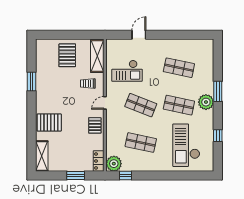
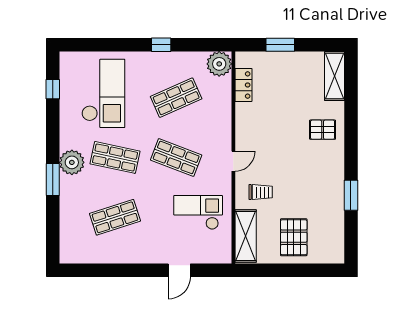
shop shelf: (179, 68) -> (115, 217), turned -30
pallet: (49, 123) -> (323, 130), width x0.67, depth x0.71
pallet: (95, 125) -> (250, 125), removed
window: (218, 136) -> (53, 89), moved
shop shelf: (141, 143) -> (176, 98), turned -36
locker: (99, 161) -> (243, 85), moved
window: (126, 176) -> (161, 45), moved

